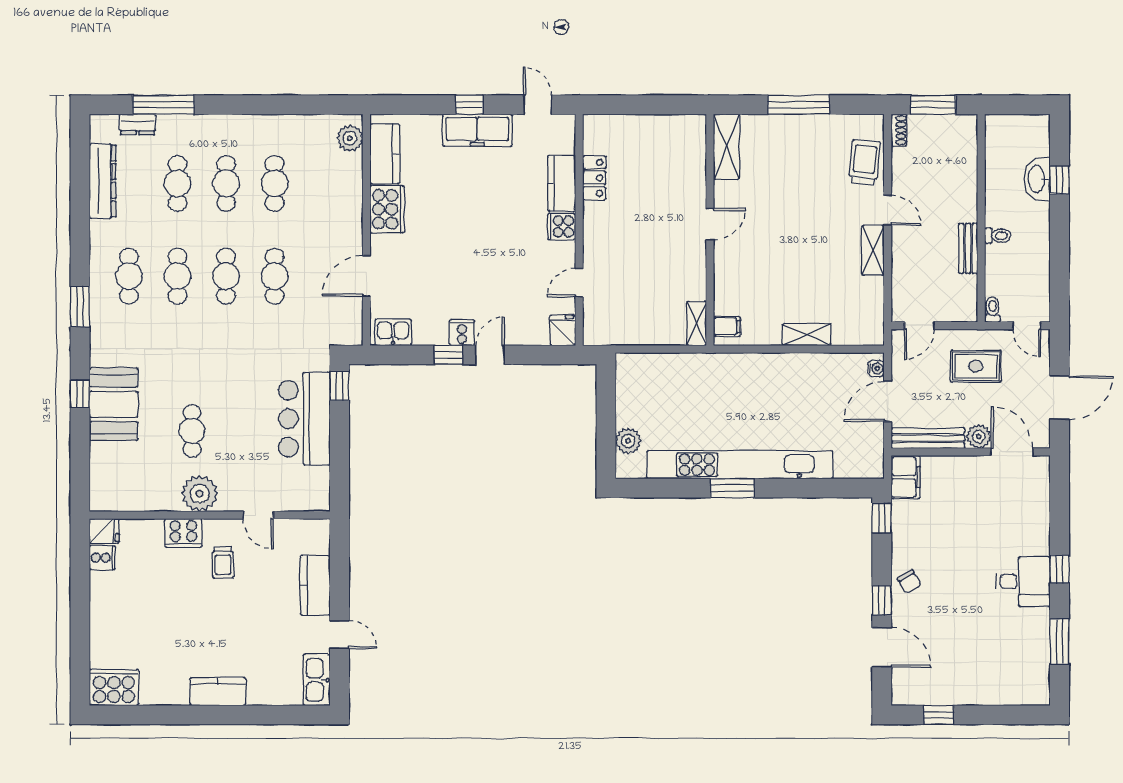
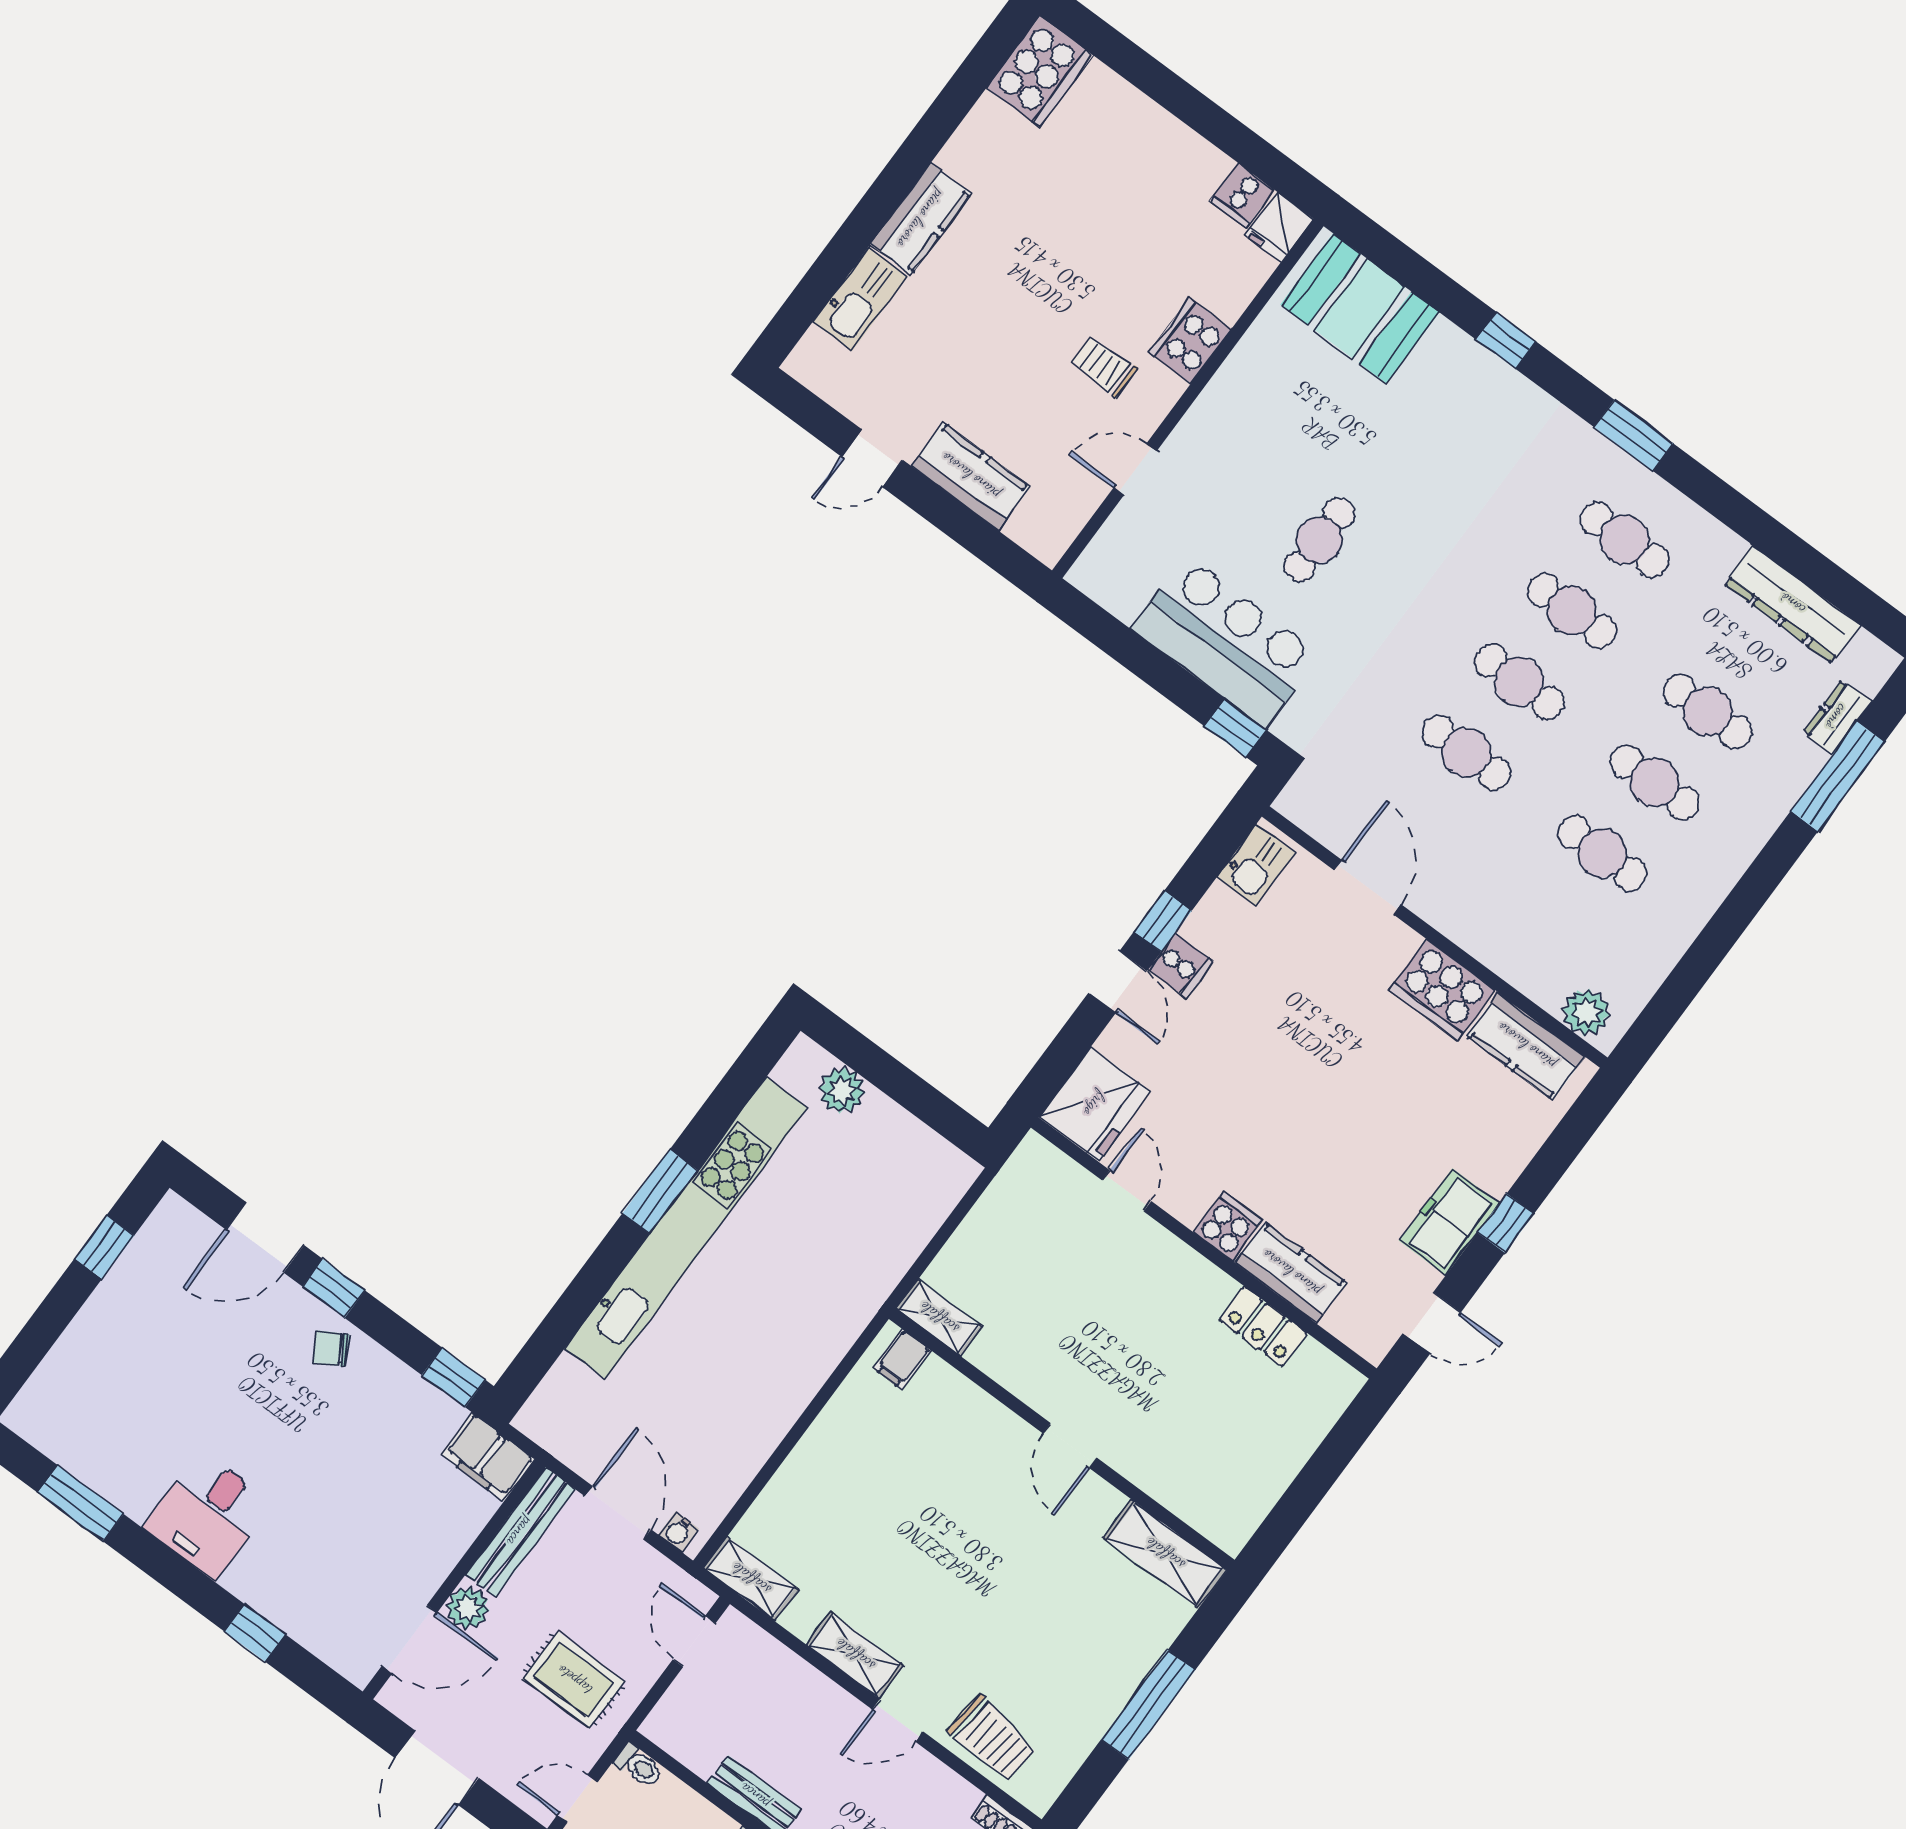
freezer: (477, 130) -> (1449, 1222), width x0.71
fridge: (563, 330) -> (1095, 1104), width x1.88, depth x1.34
shelving: (807, 335) -> (751, 1579), moved, turned 90
rug: (976, 366) -> (574, 1680), turned 90
booth: (114, 404) -> (1360, 308), moved
cafe table: (192, 431) -> (1319, 540), moved, turned 90
plant: (200, 494) -> (1230, 407), removed
window: (1059, 569) -> (255, 1633), moved
kitchen sink: (317, 680) -> (860, 299), moved, turned 90

